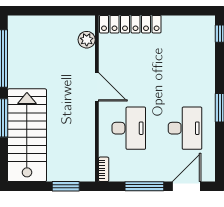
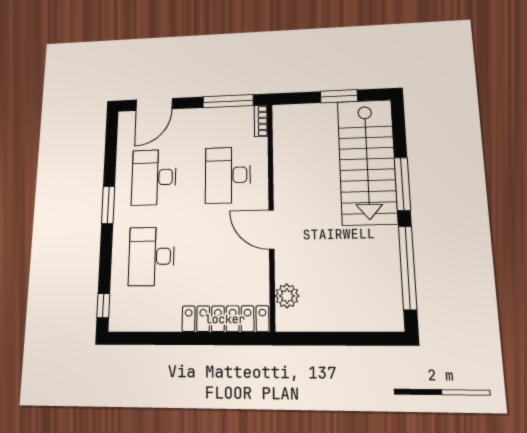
desk: (185, 69) -> (151, 256), added
window: (66, 186) -> (339, 96), moved
window: (144, 186) -> (228, 101), moved

